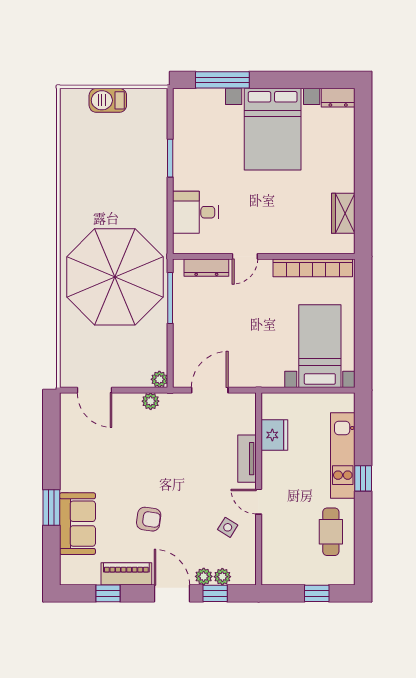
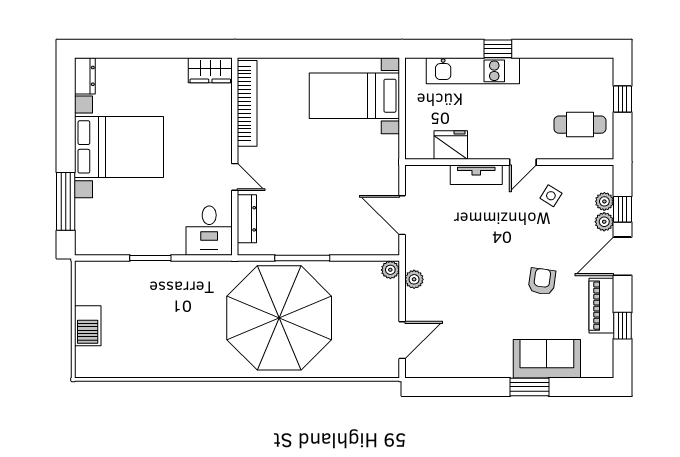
door: (245, 256) -> (235, 177), moved
wall: (264, 256) -> (235, 157), moved
dresser: (206, 268) -> (247, 219), moved
bookcase: (313, 268) -> (247, 103), moved
cafe table: (331, 532) -> (580, 125), moved

